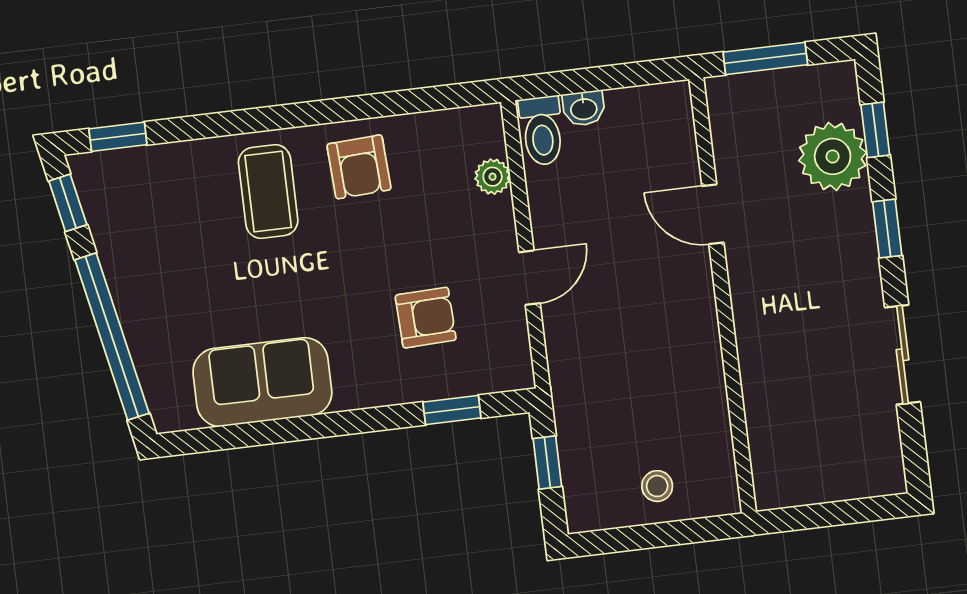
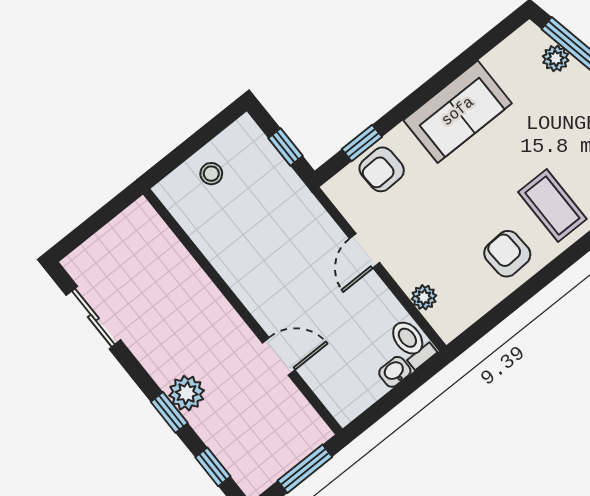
plant: (833, 156) -> (187, 393), moved, width x0.73, depth x0.73
armchair: (426, 318) -> (382, 169), moved
sliding door: (903, 355) -> (93, 318), moved
plant: (154, 367) -> (556, 58), added
sofa: (262, 382) -> (458, 112), moved

